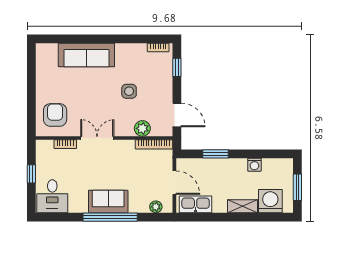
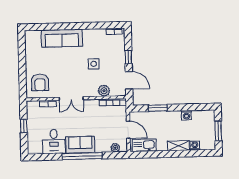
window: (177, 67) -> (128, 57), moved
armchair: (55, 115) -> (40, 82), turned 180
double door: (97, 138) -> (71, 99), swing flipped
desk: (52, 196) -> (54, 141), moved
washing machine: (270, 201) -> (195, 146), width x0.53, depth x0.53

